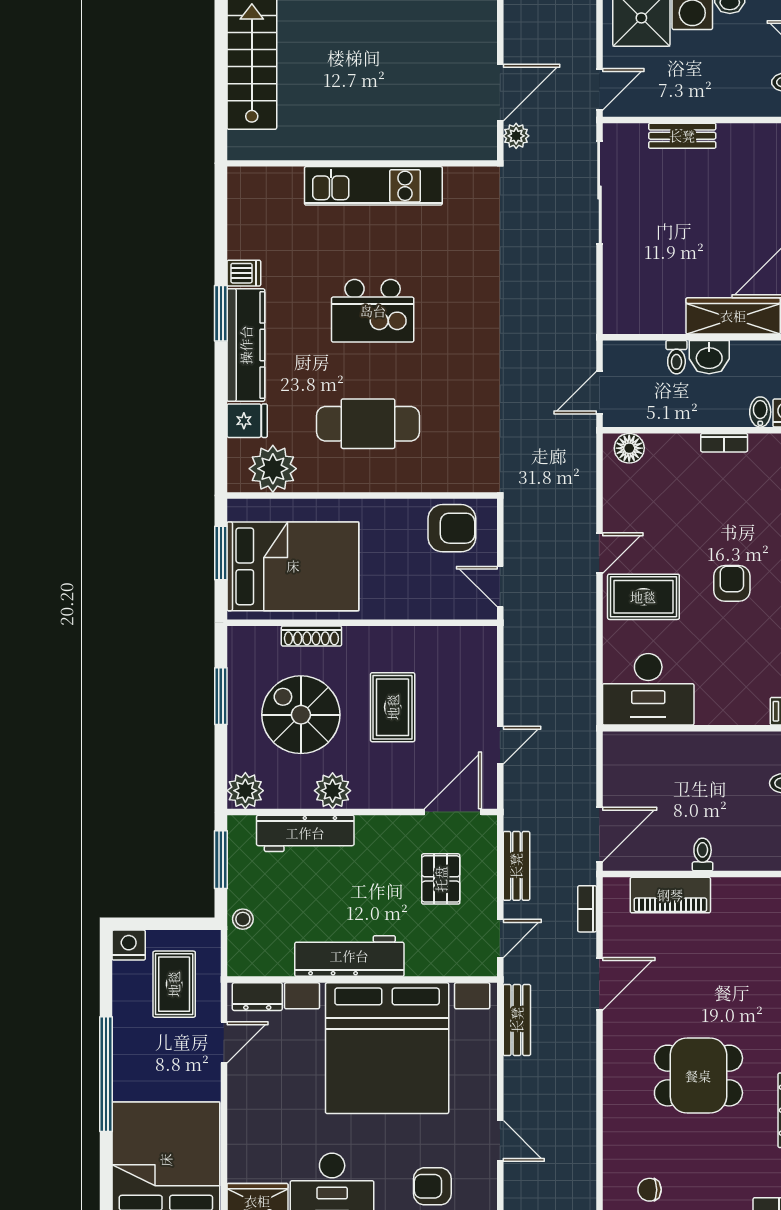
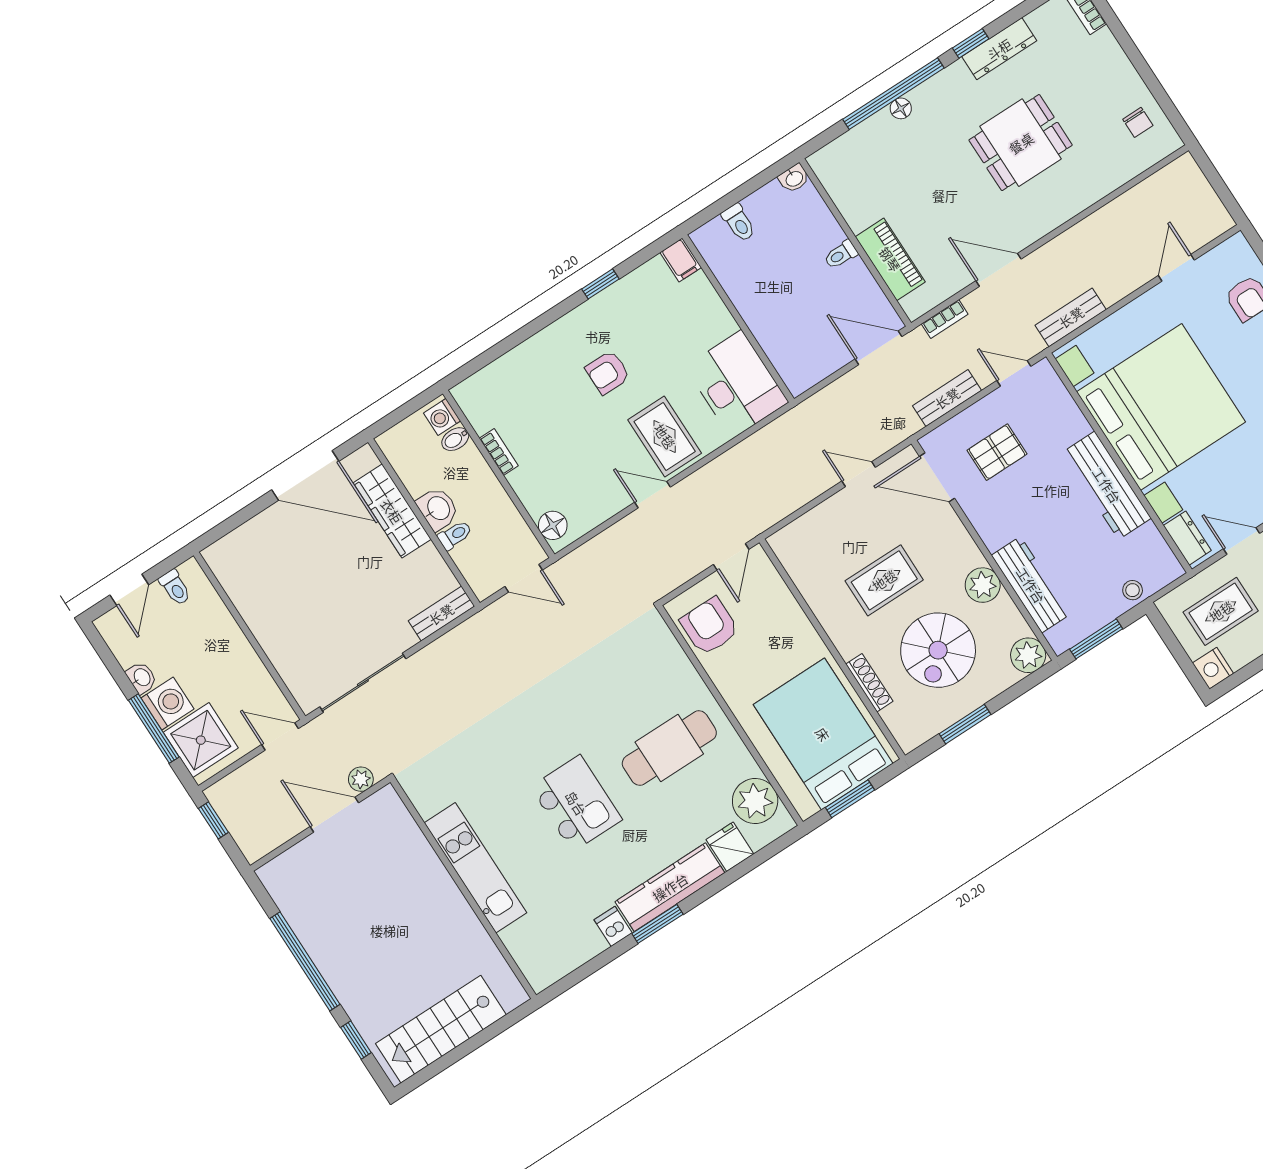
bench: (682, 136) -> (441, 614), moved, turned 90
cafe table: (368, 424) -> (669, 748), turned 90
dining table: (698, 1076) -> (1021, 143), turned 90

